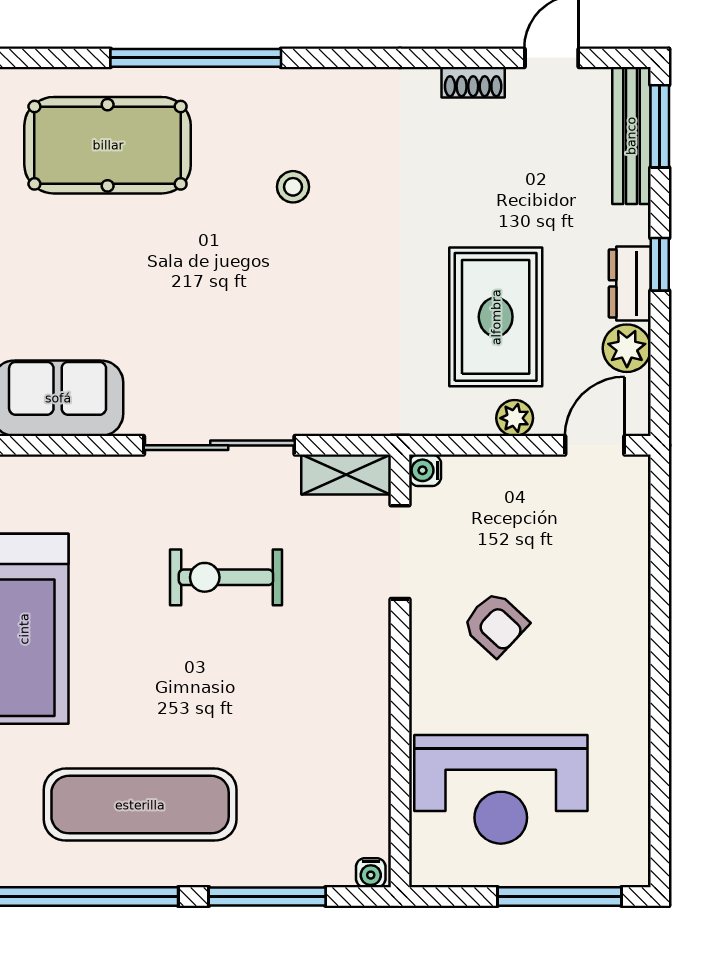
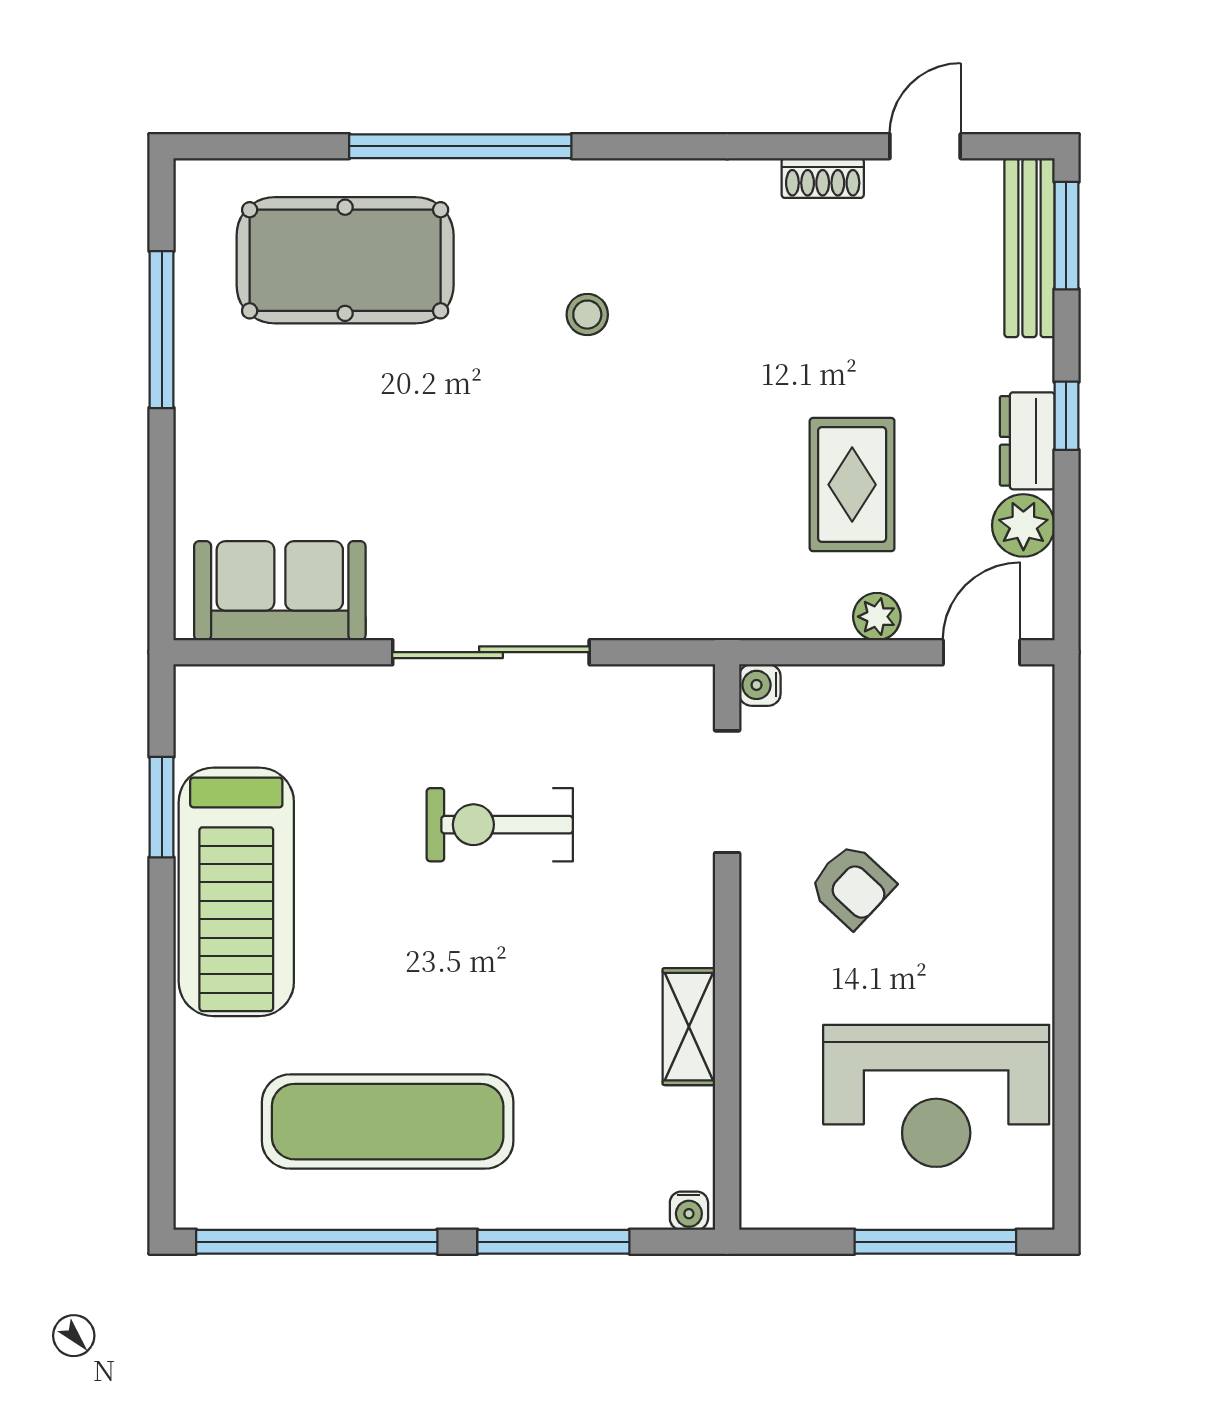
rug: (496, 317) -> (852, 485), width x0.73, depth x0.70
shelving: (346, 475) -> (689, 1027), moved, turned 90
reception desk: (501, 789) -> (936, 1096), moved

